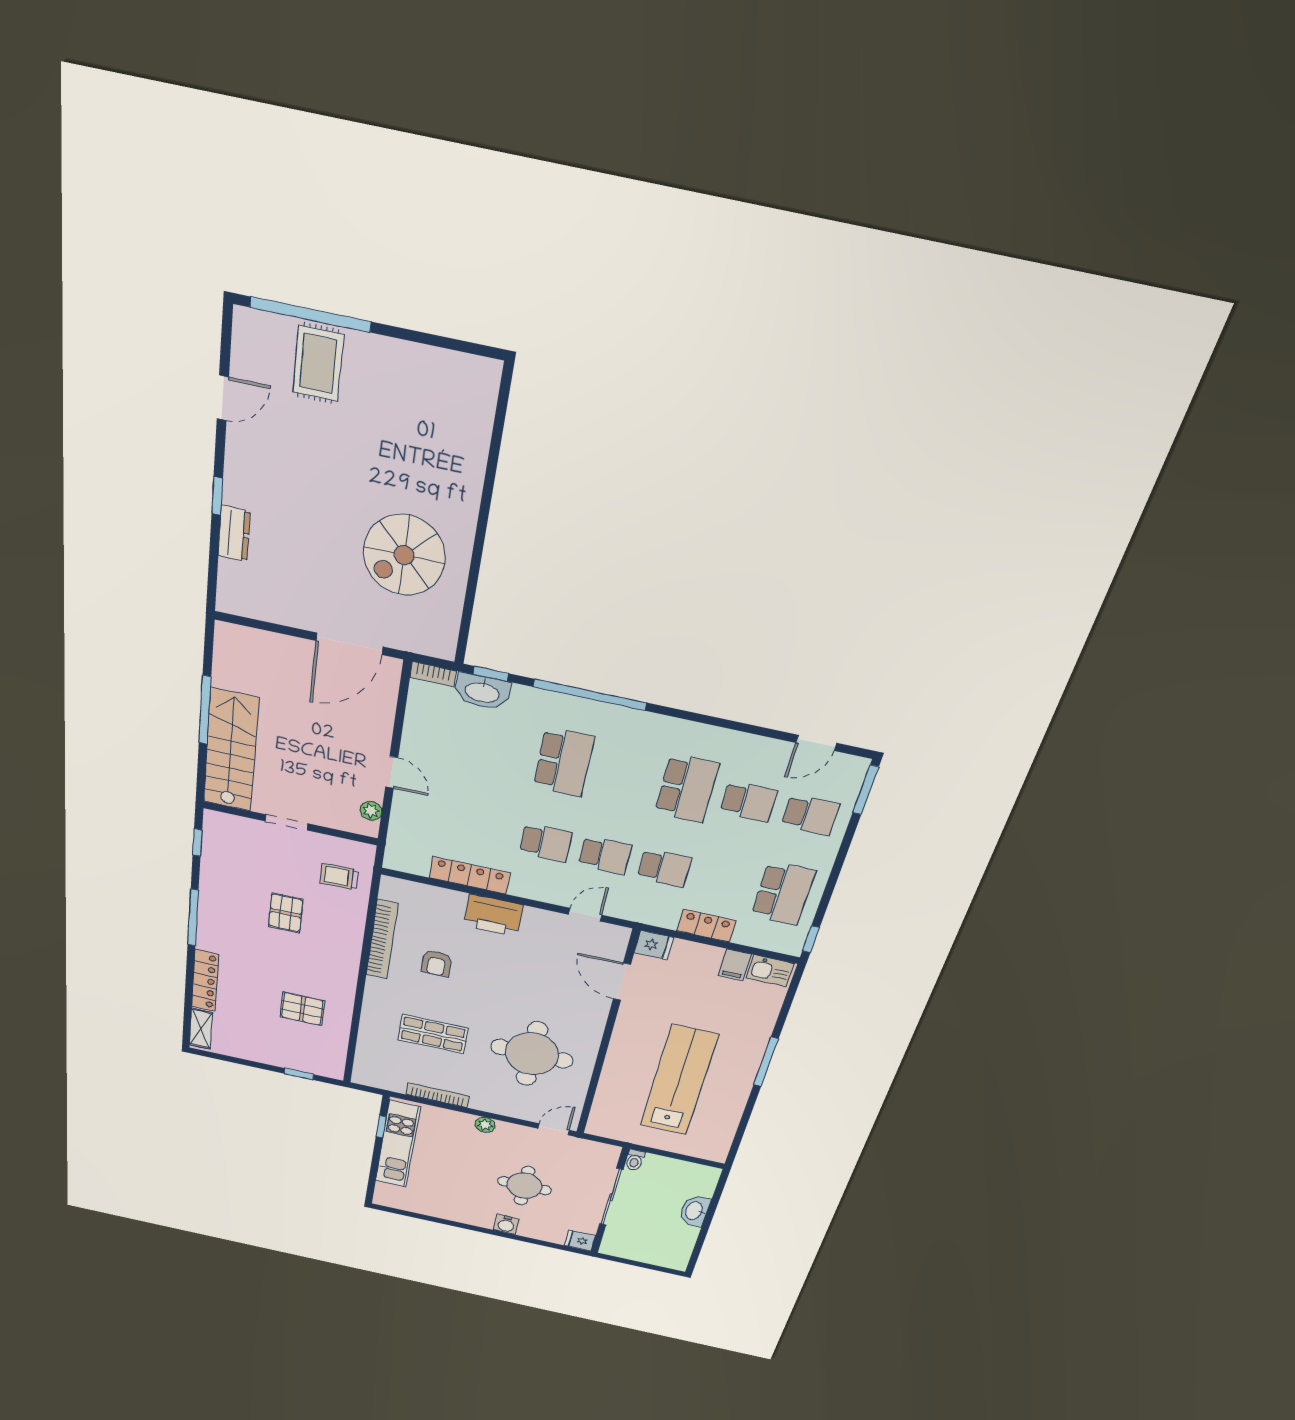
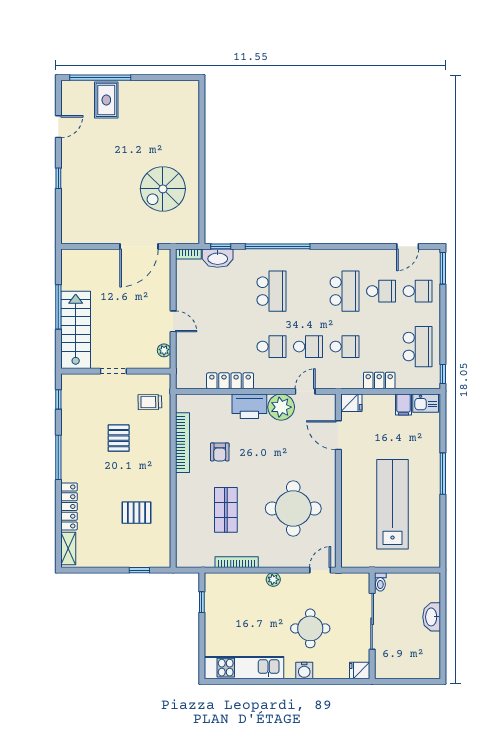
dresser: (234, 533) -> (69, 197), removed
plant: (543, 927) -> (281, 407), added
shop shelf: (433, 1034) -> (226, 510), turned 90
kitchen unit: (398, 1144) -> (244, 668), moved, turned -90

